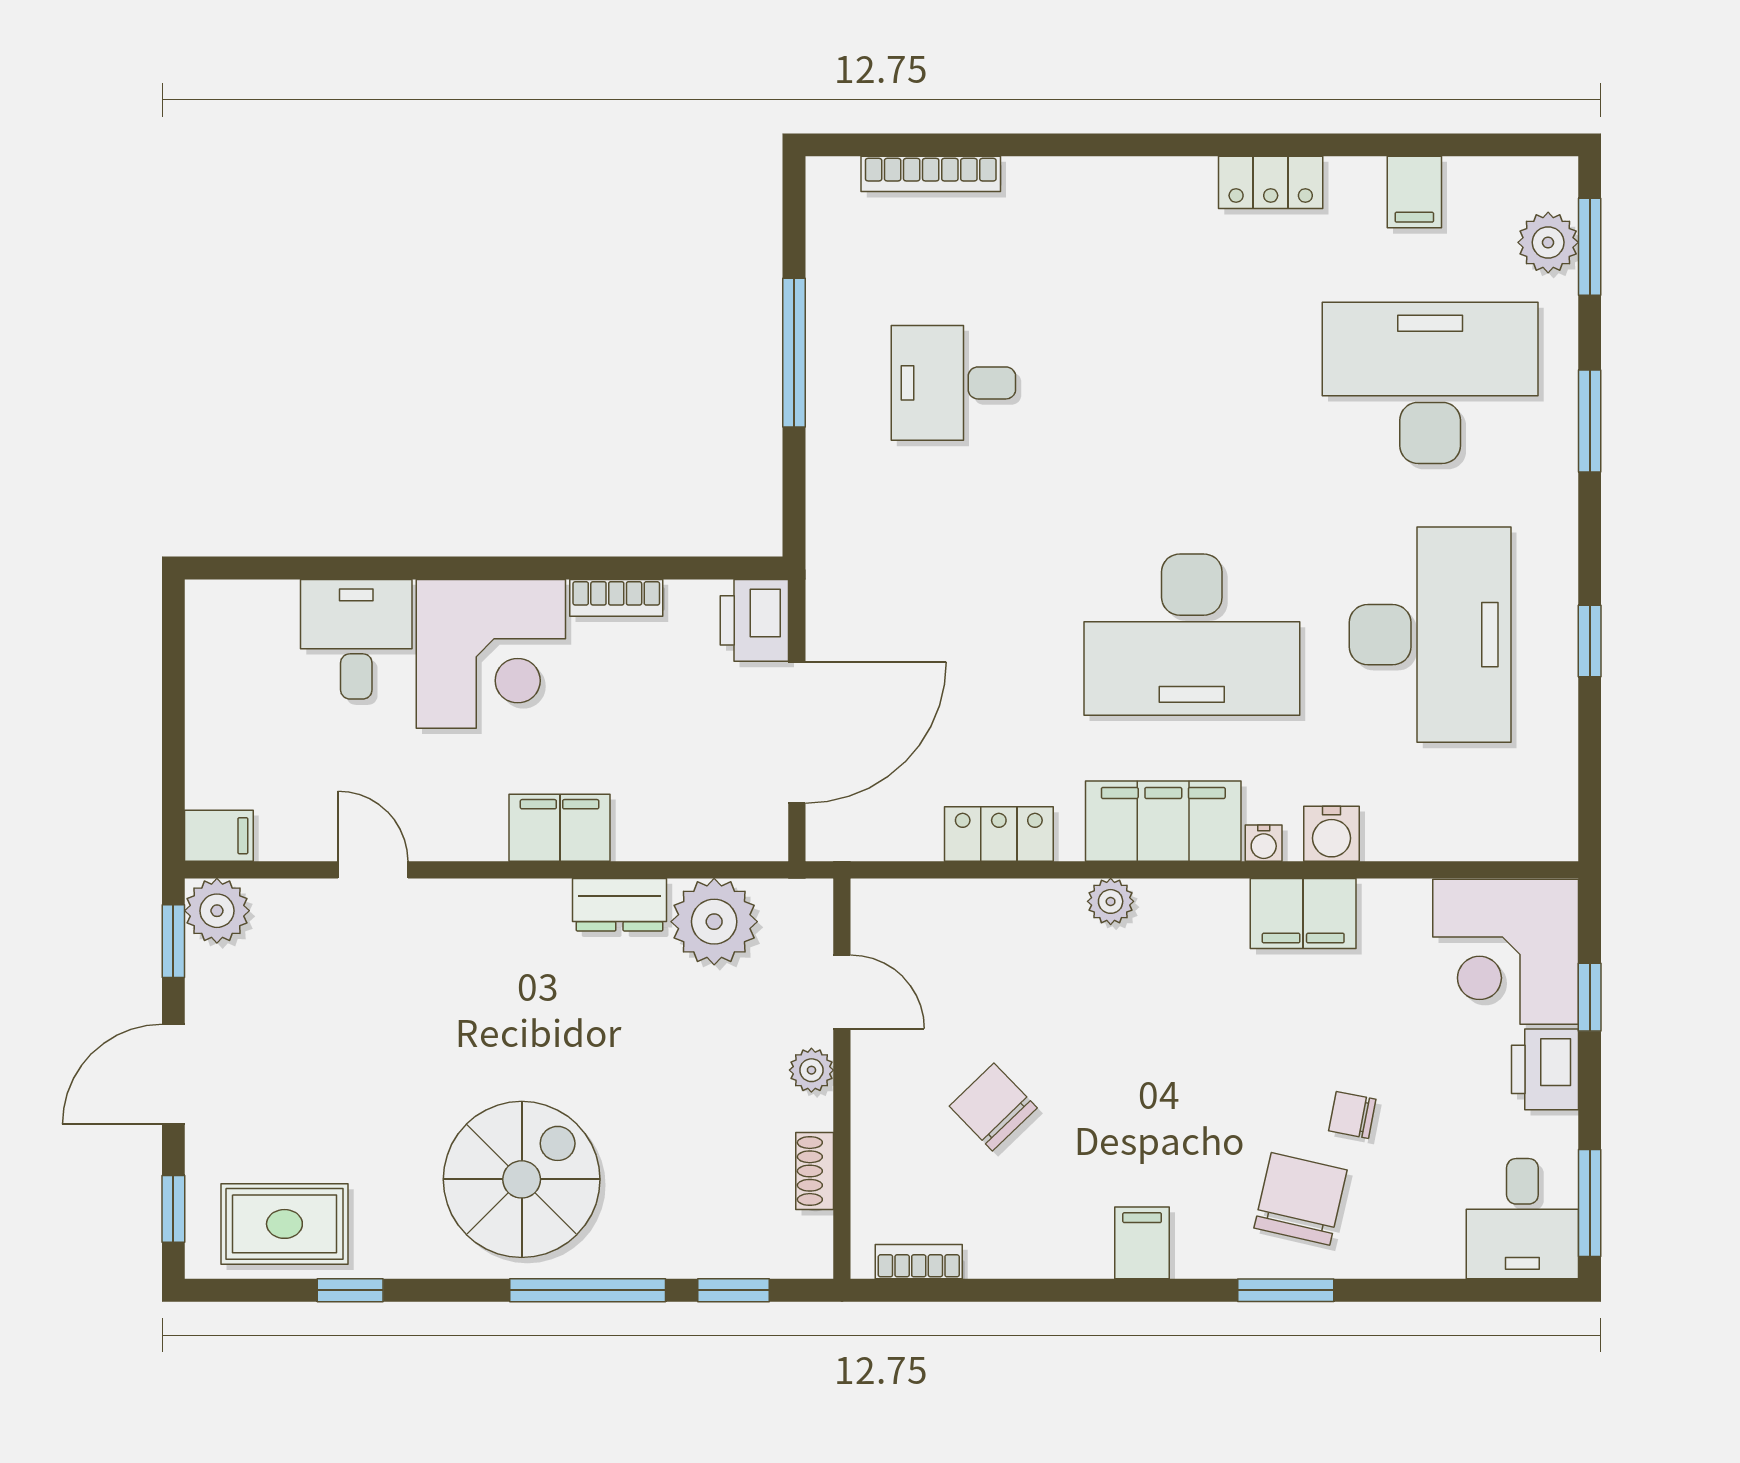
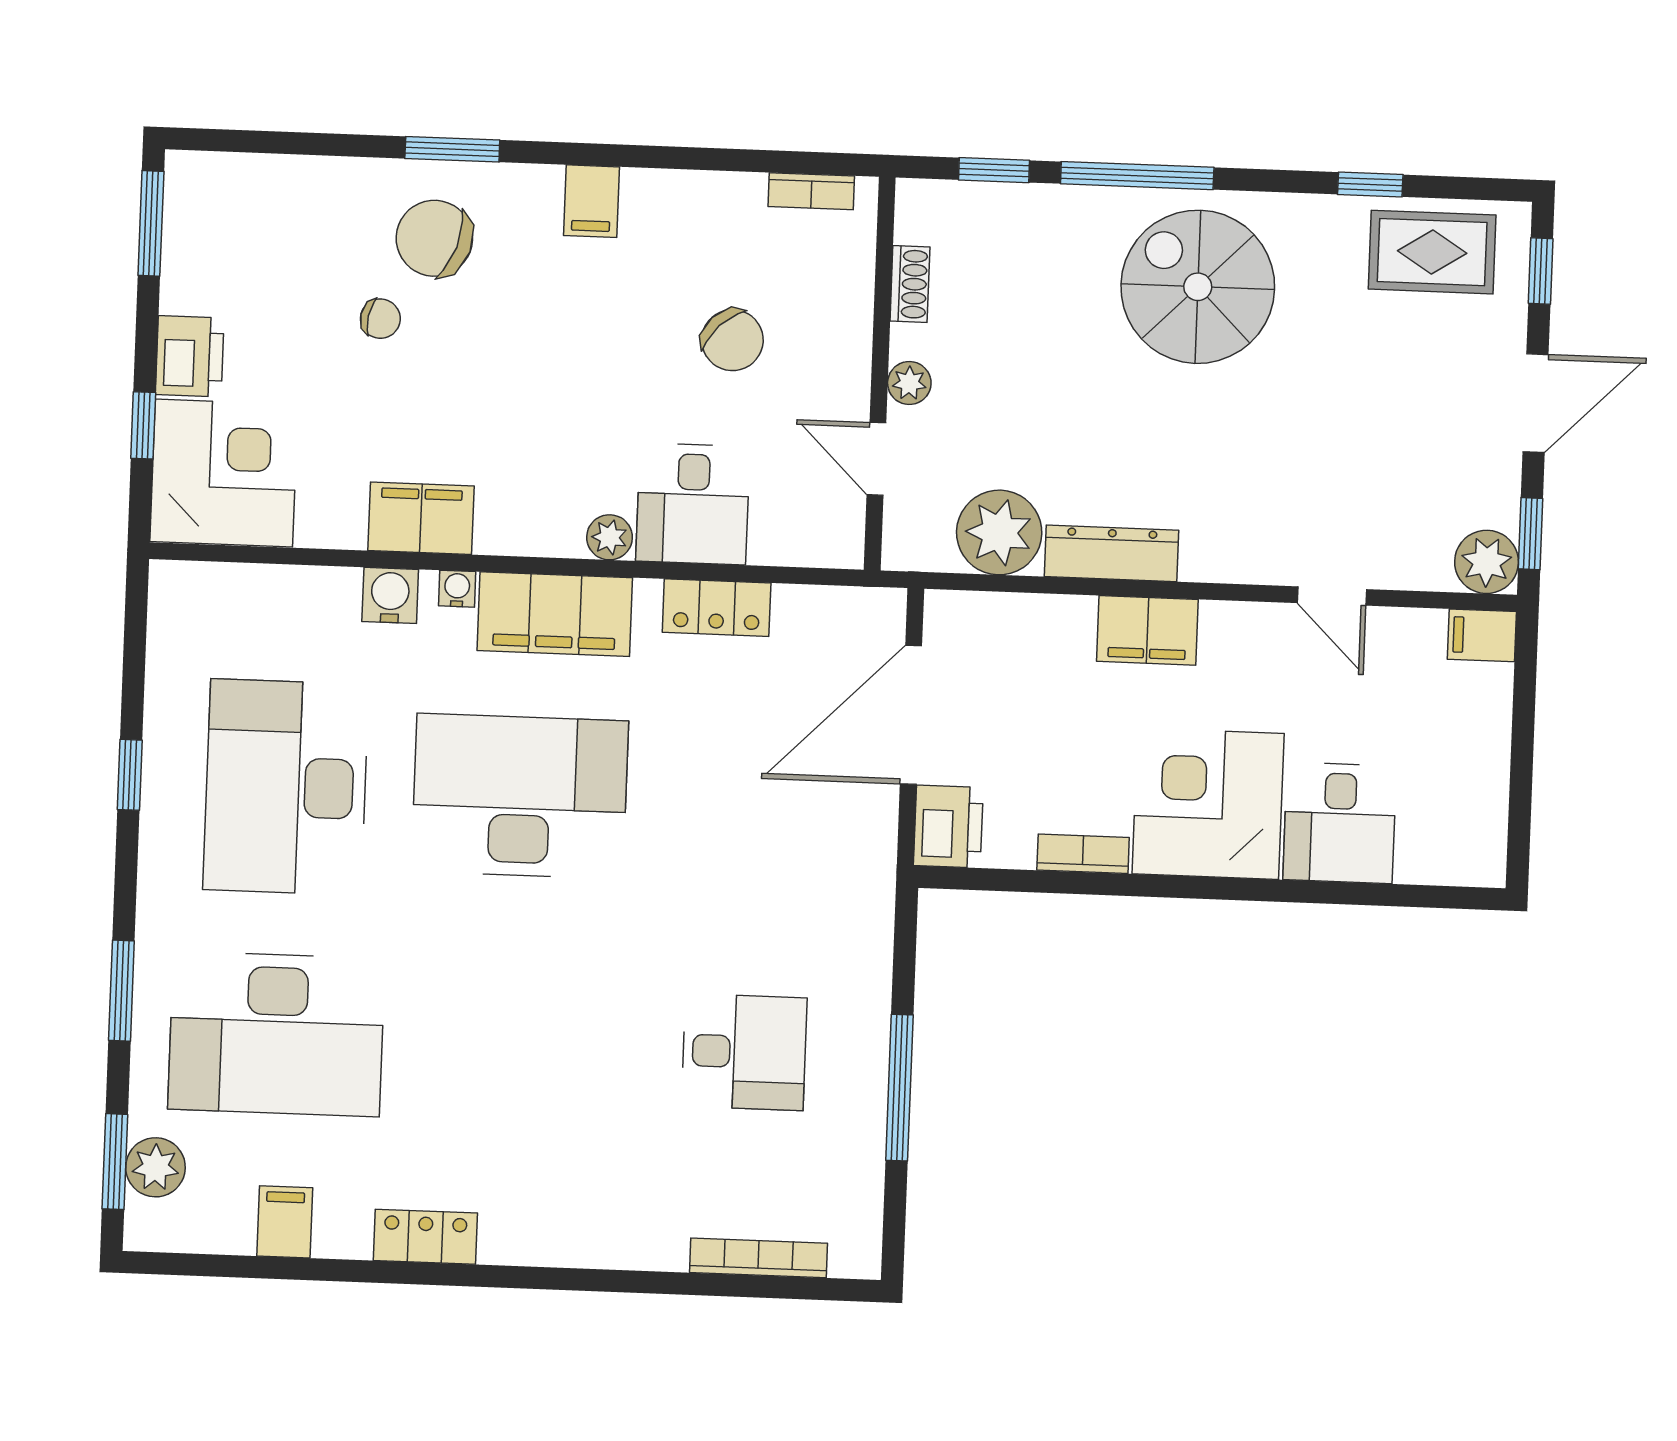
dresser: (619, 905) -> (1112, 553), width x1.44
spiral stairs: (522, 1179) -> (1198, 287), turned 90
chair: (1301, 1199) -> (434, 238), turned 96
desk: (1522, 1219) -> (693, 504), moved, turned 180

